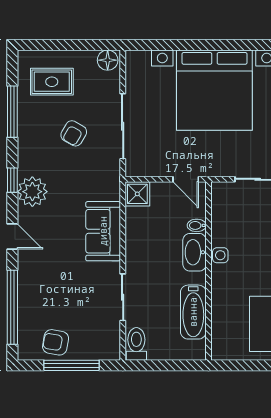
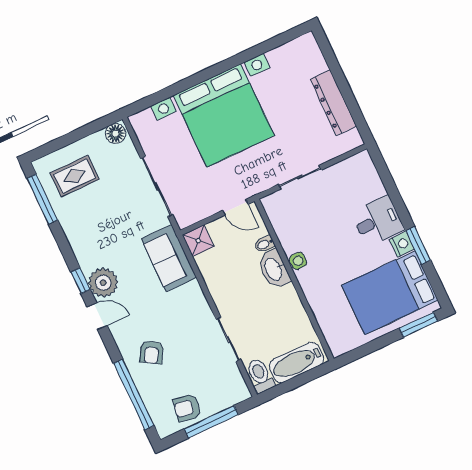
window: (12, 112) -> (42, 199), moved
armchair: (74, 133) -> (152, 352), moved
sofa: (103, 231) -> (169, 258), moved
door: (12, 237) -> (97, 316), moved
bathtub: (193, 312) -> (296, 362), moved, turned 90

